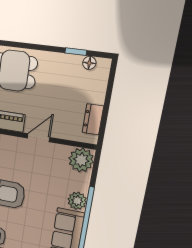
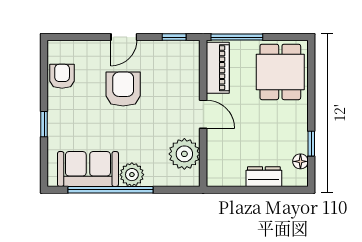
dresser: (93, 119) -> (264, 177), moved
plant: (81, 160) -> (184, 154), moved

